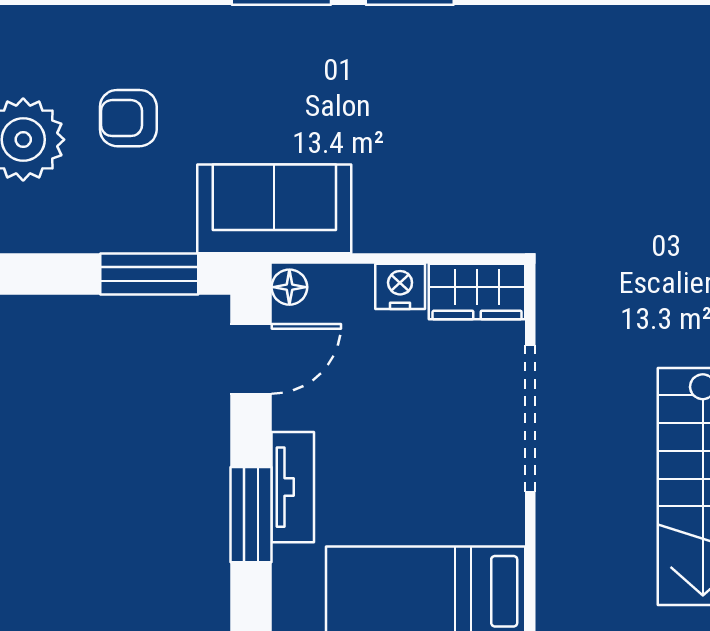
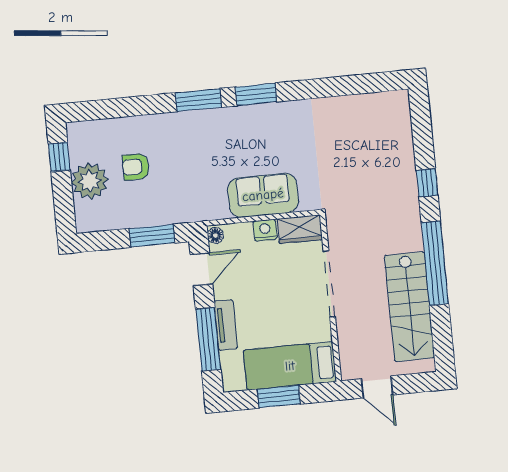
sofa: (274, 209) -> (263, 195), moved
window: (251, 515) -> (208, 339), width x1.44

